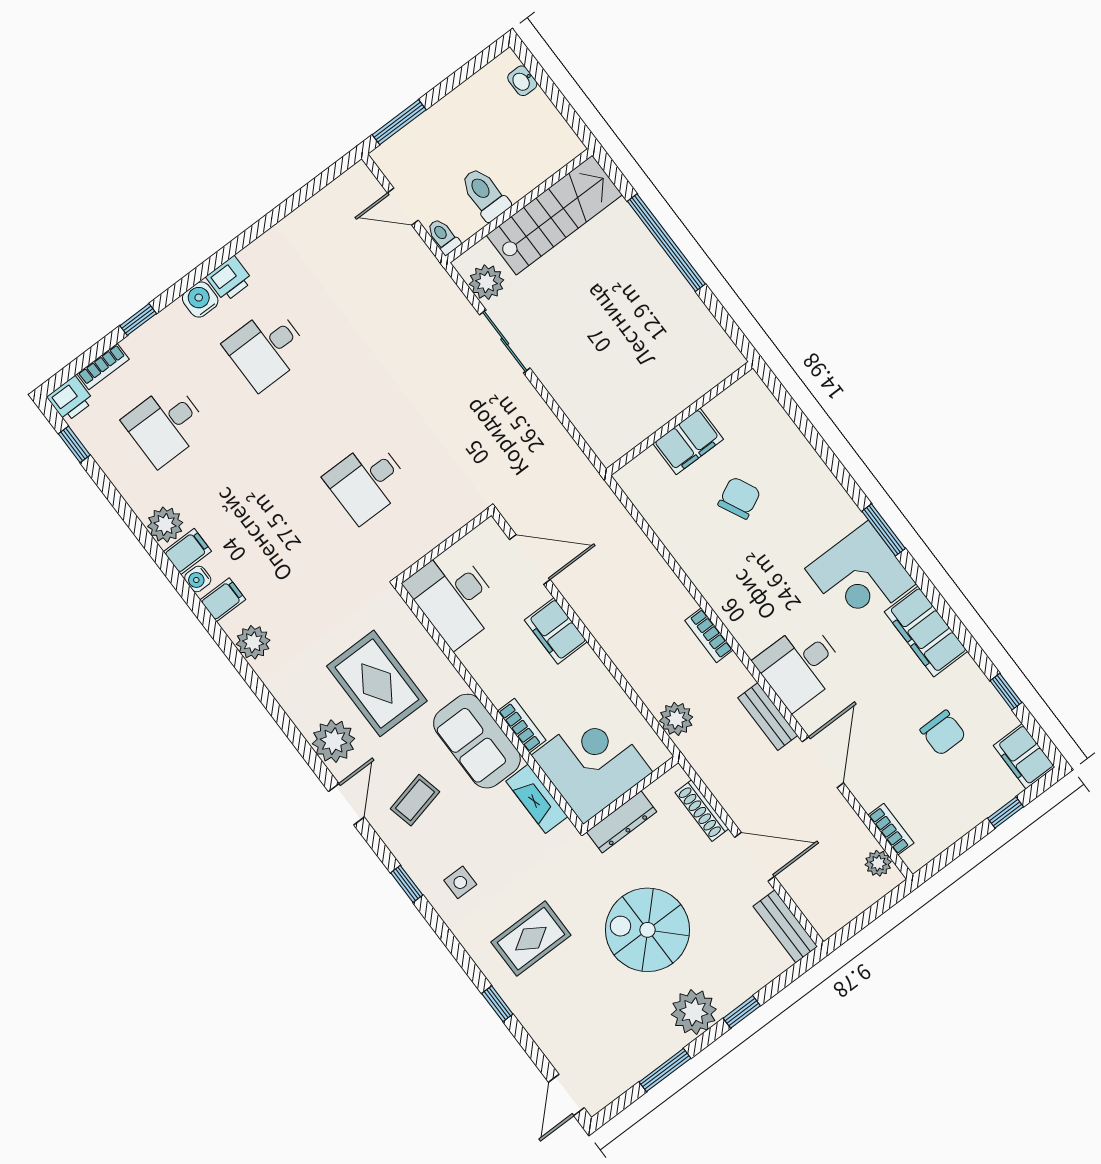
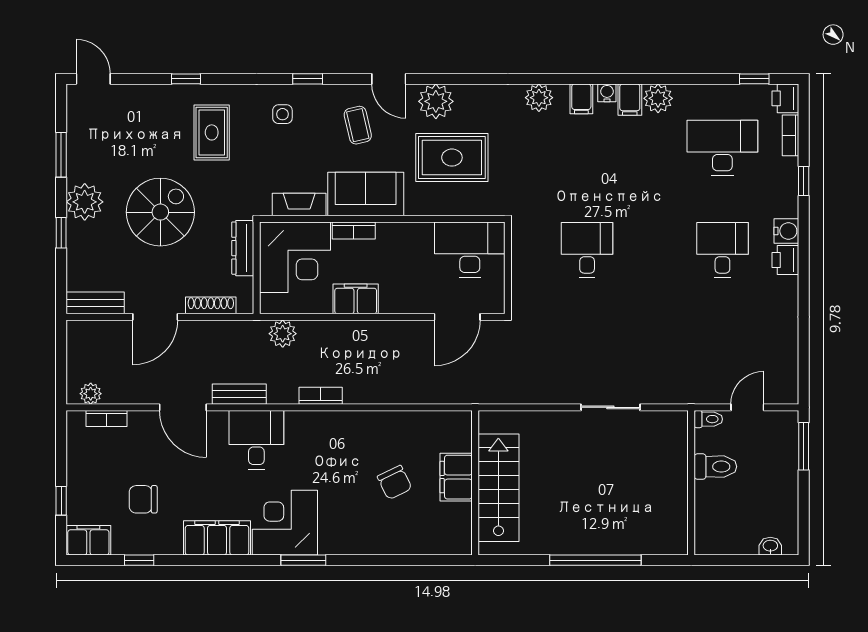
stairs: (554, 215) -> (498, 488), moved, turned 180
plant: (487, 282) -> (658, 425), removed
desk: (166, 425) -> (722, 148), width x1.37
filing cabinet: (556, 631) -> (356, 299), moved

